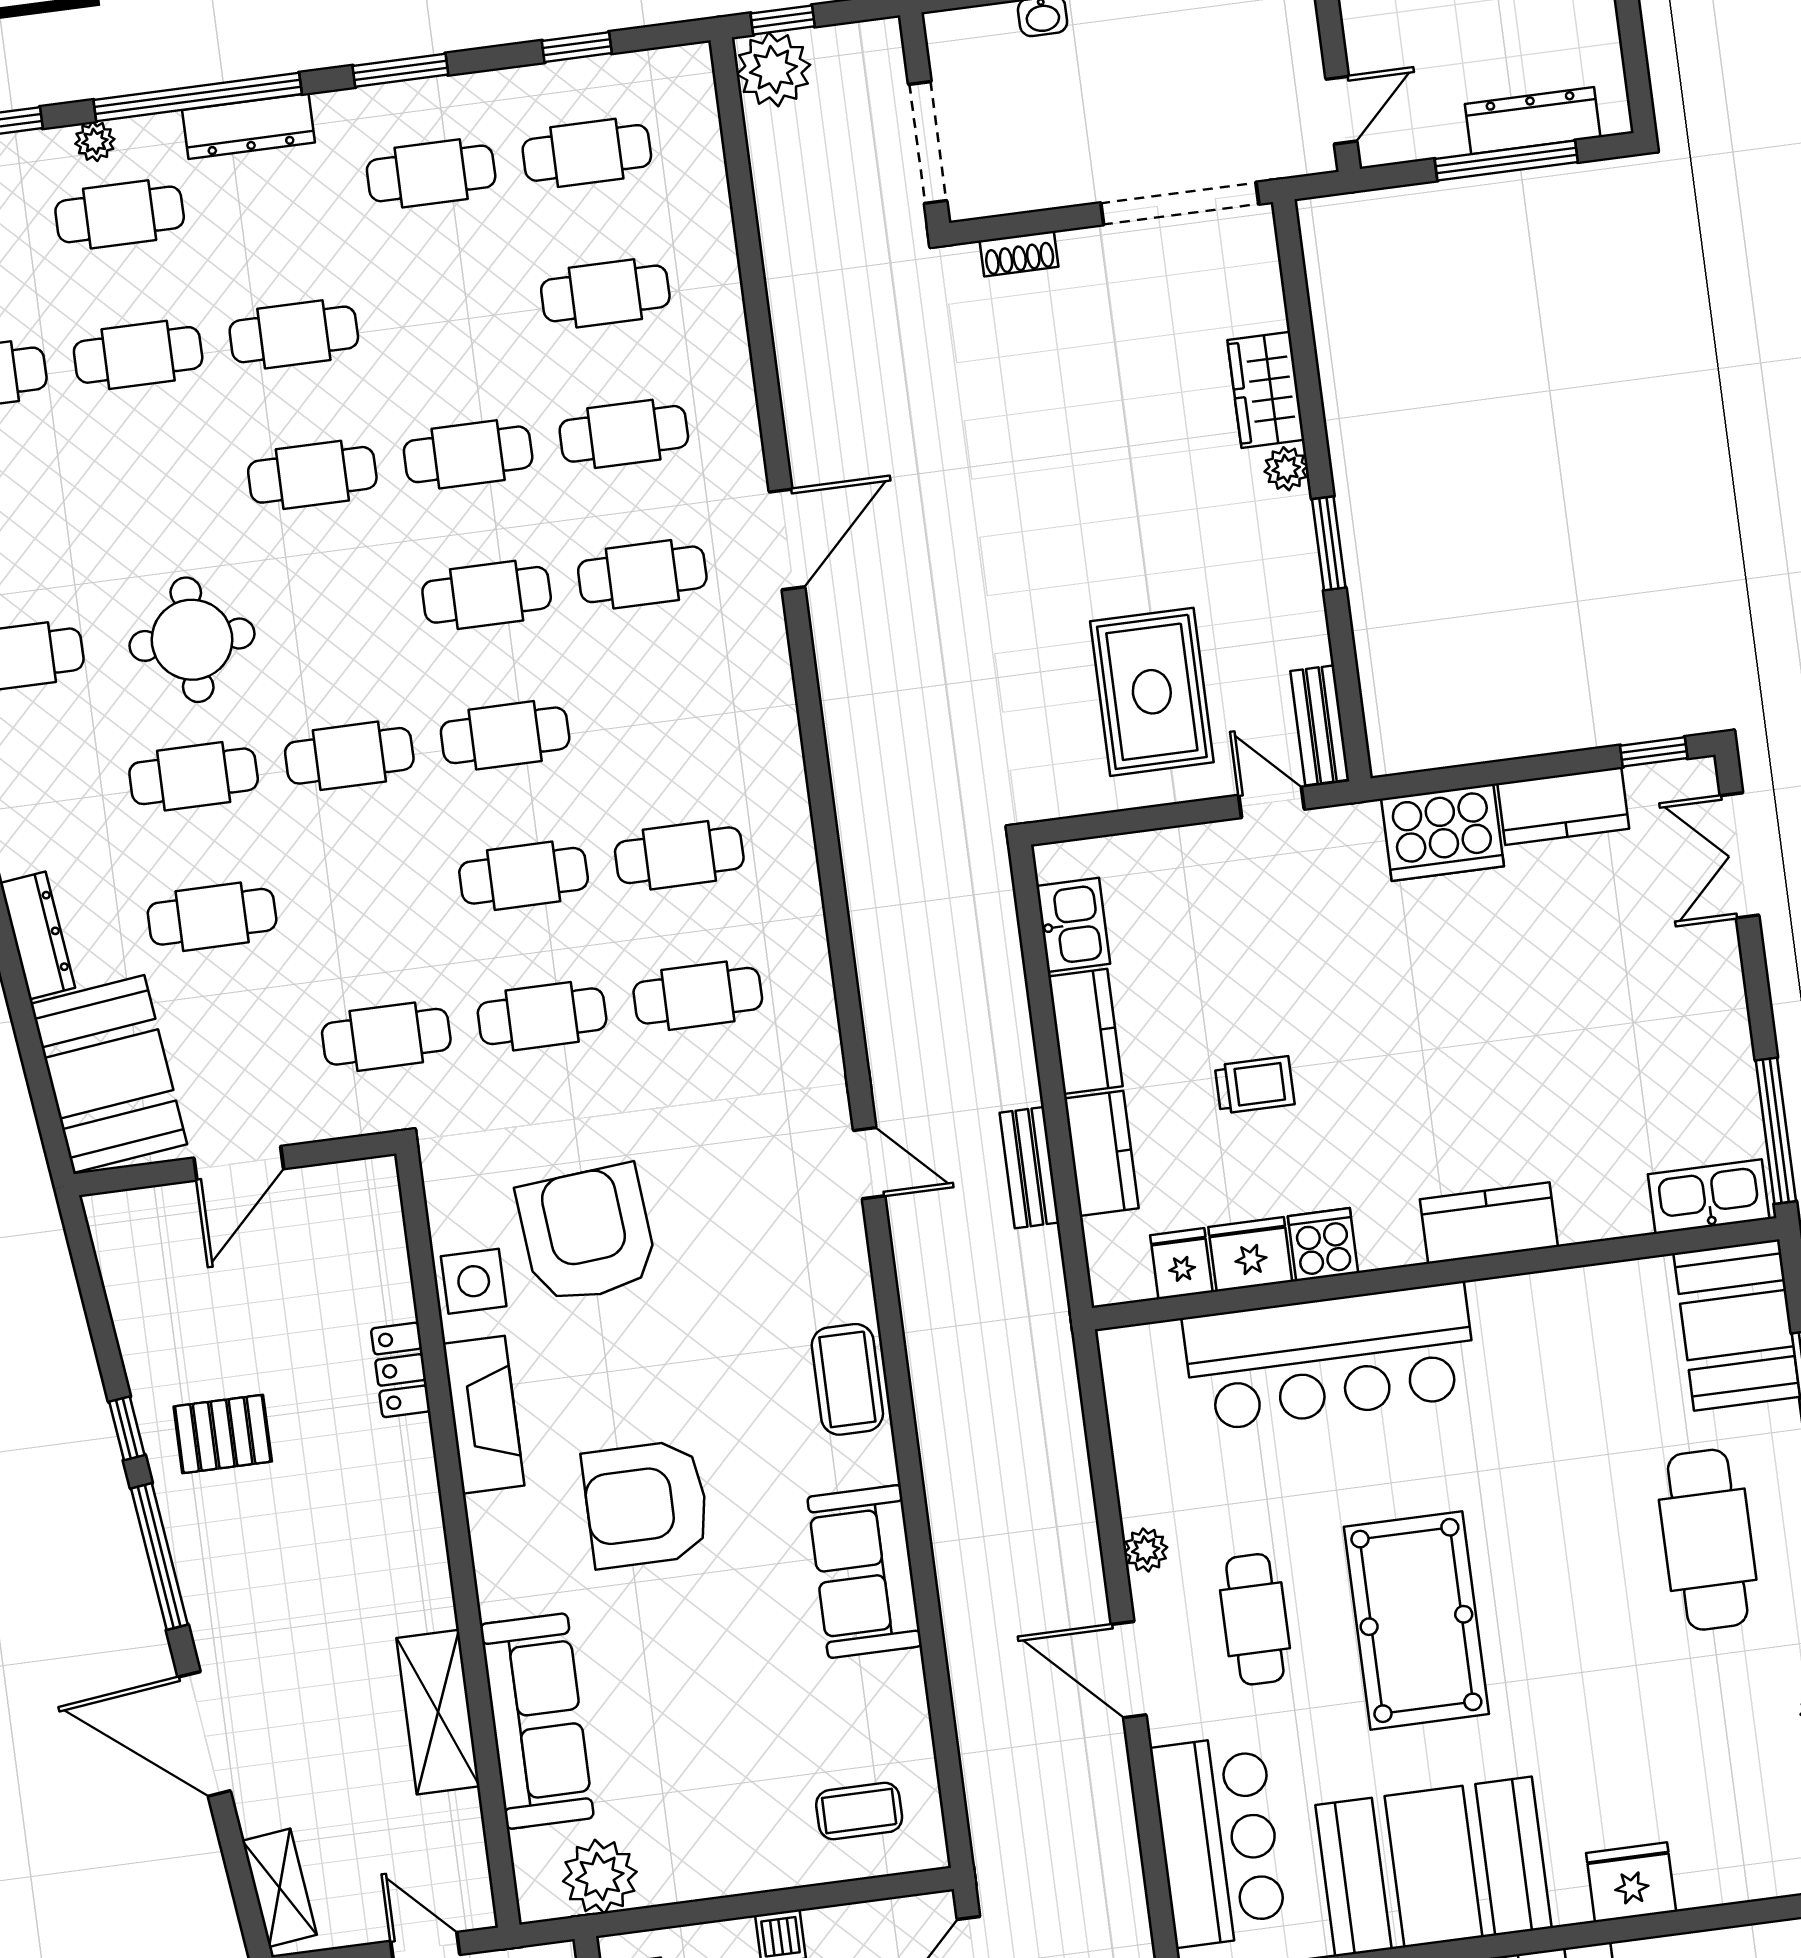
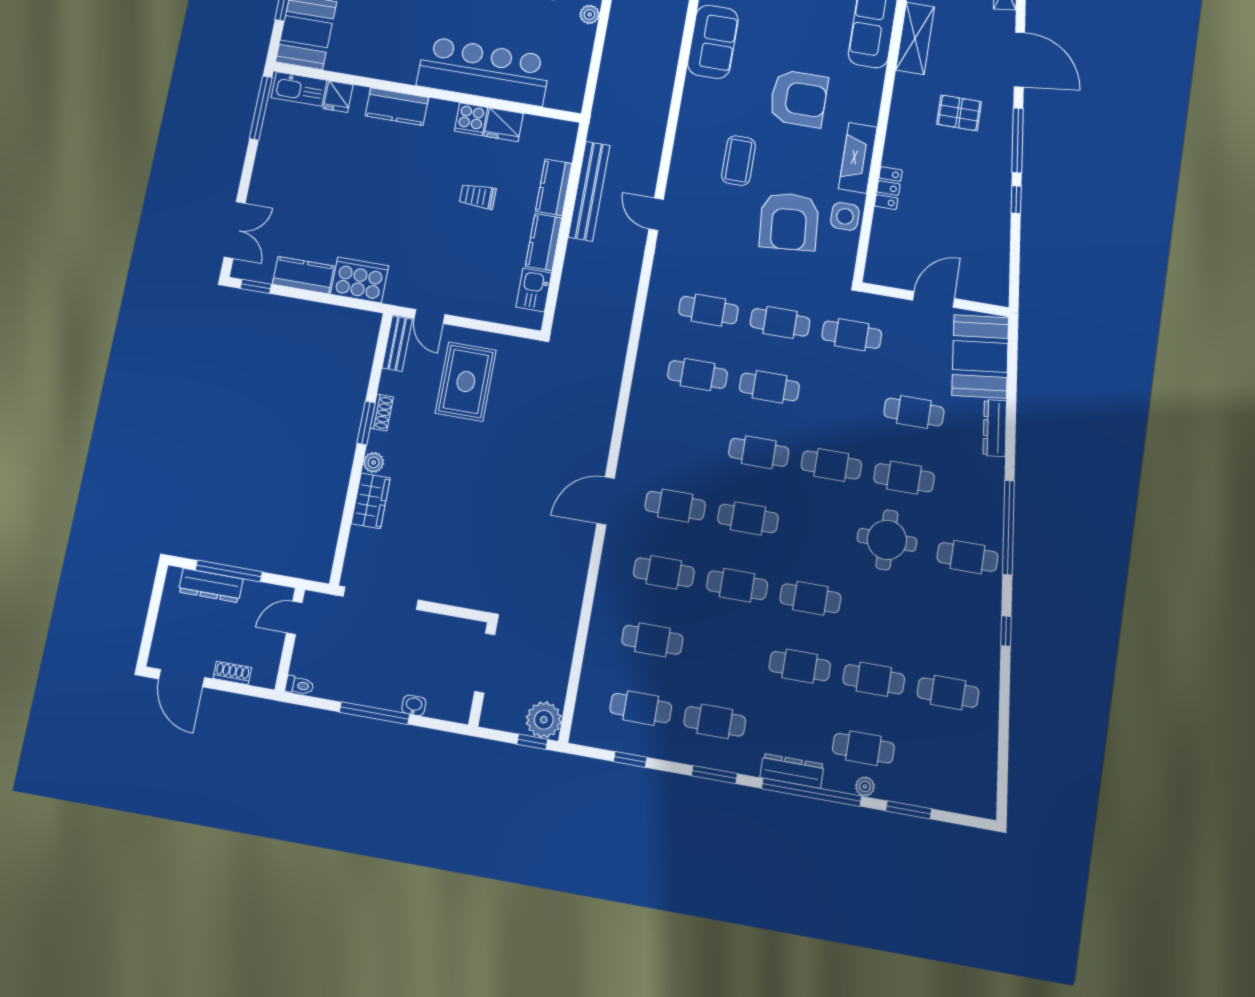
shoe rack: (1019, 254) -> (382, 413), moved, turned 90
bench: (1029, 1168) -> (589, 191), width x1.86, depth x1.21
fridge: (1181, 1264) -> (338, 97), moved
coffee table: (847, 1379) -> (739, 161), moved
pallet: (223, 1434) -> (959, 113), moved

